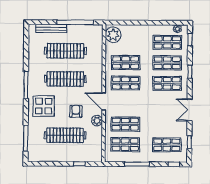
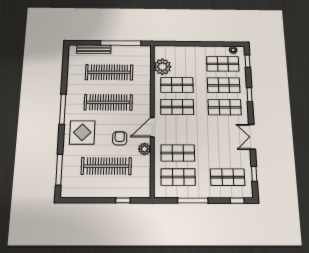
plant: (113, 35) -> (162, 67), moved
door: (104, 101) -> (152, 127), hinge flipped

